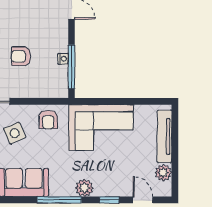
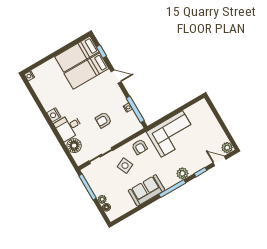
tv unit: (165, 137) -> (211, 118), removed
plant: (163, 173) -> (227, 148), moved

